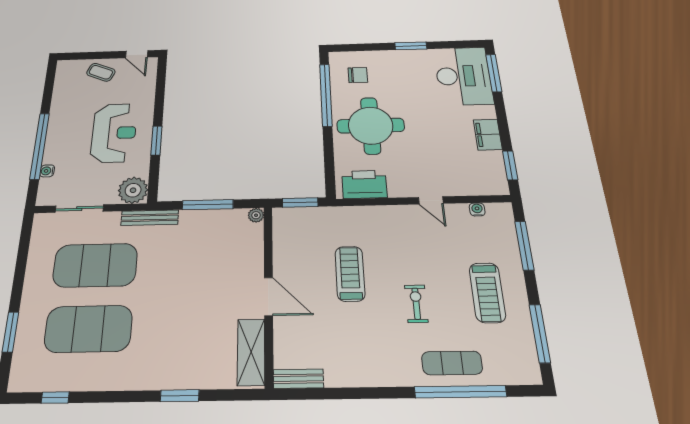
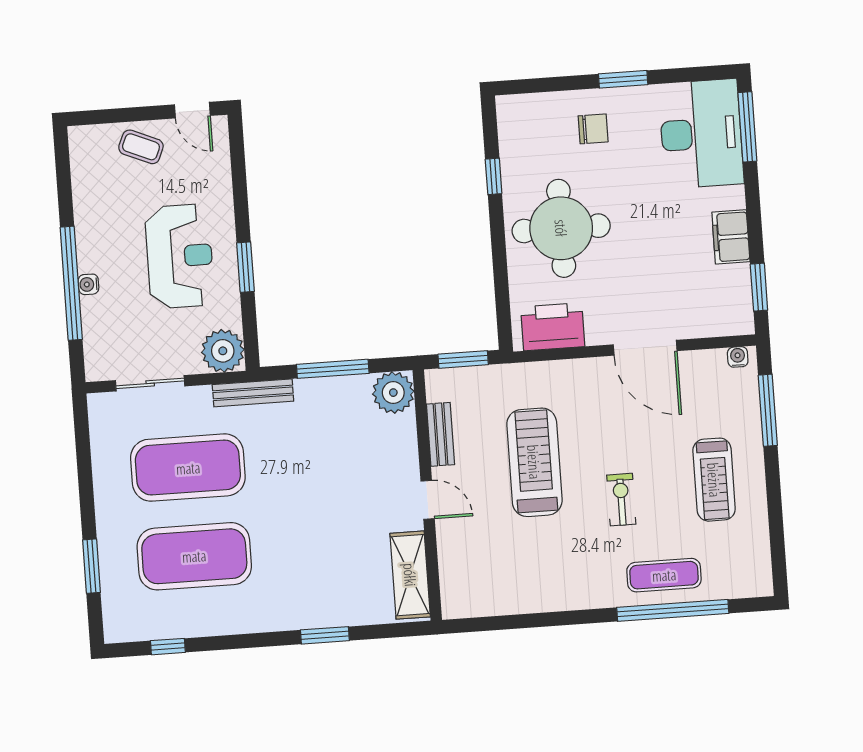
chair: (358, 75) -> (593, 129), moved
window: (326, 95) -> (494, 176), width x0.32
water cooler: (47, 171) -> (88, 284), moved
door: (431, 200) -> (645, 348), width x1.87
water cooler: (477, 209) -> (738, 357), moved
plant: (256, 215) -> (393, 393), width x1.88, depth x1.88
treadmill: (350, 274) -> (534, 462), width x1.37, depth x1.38
door: (269, 297) -> (428, 500), width x0.73
window: (540, 333) -> (776, 531), removed
bench: (298, 379) -> (441, 434), moved, turned 90

